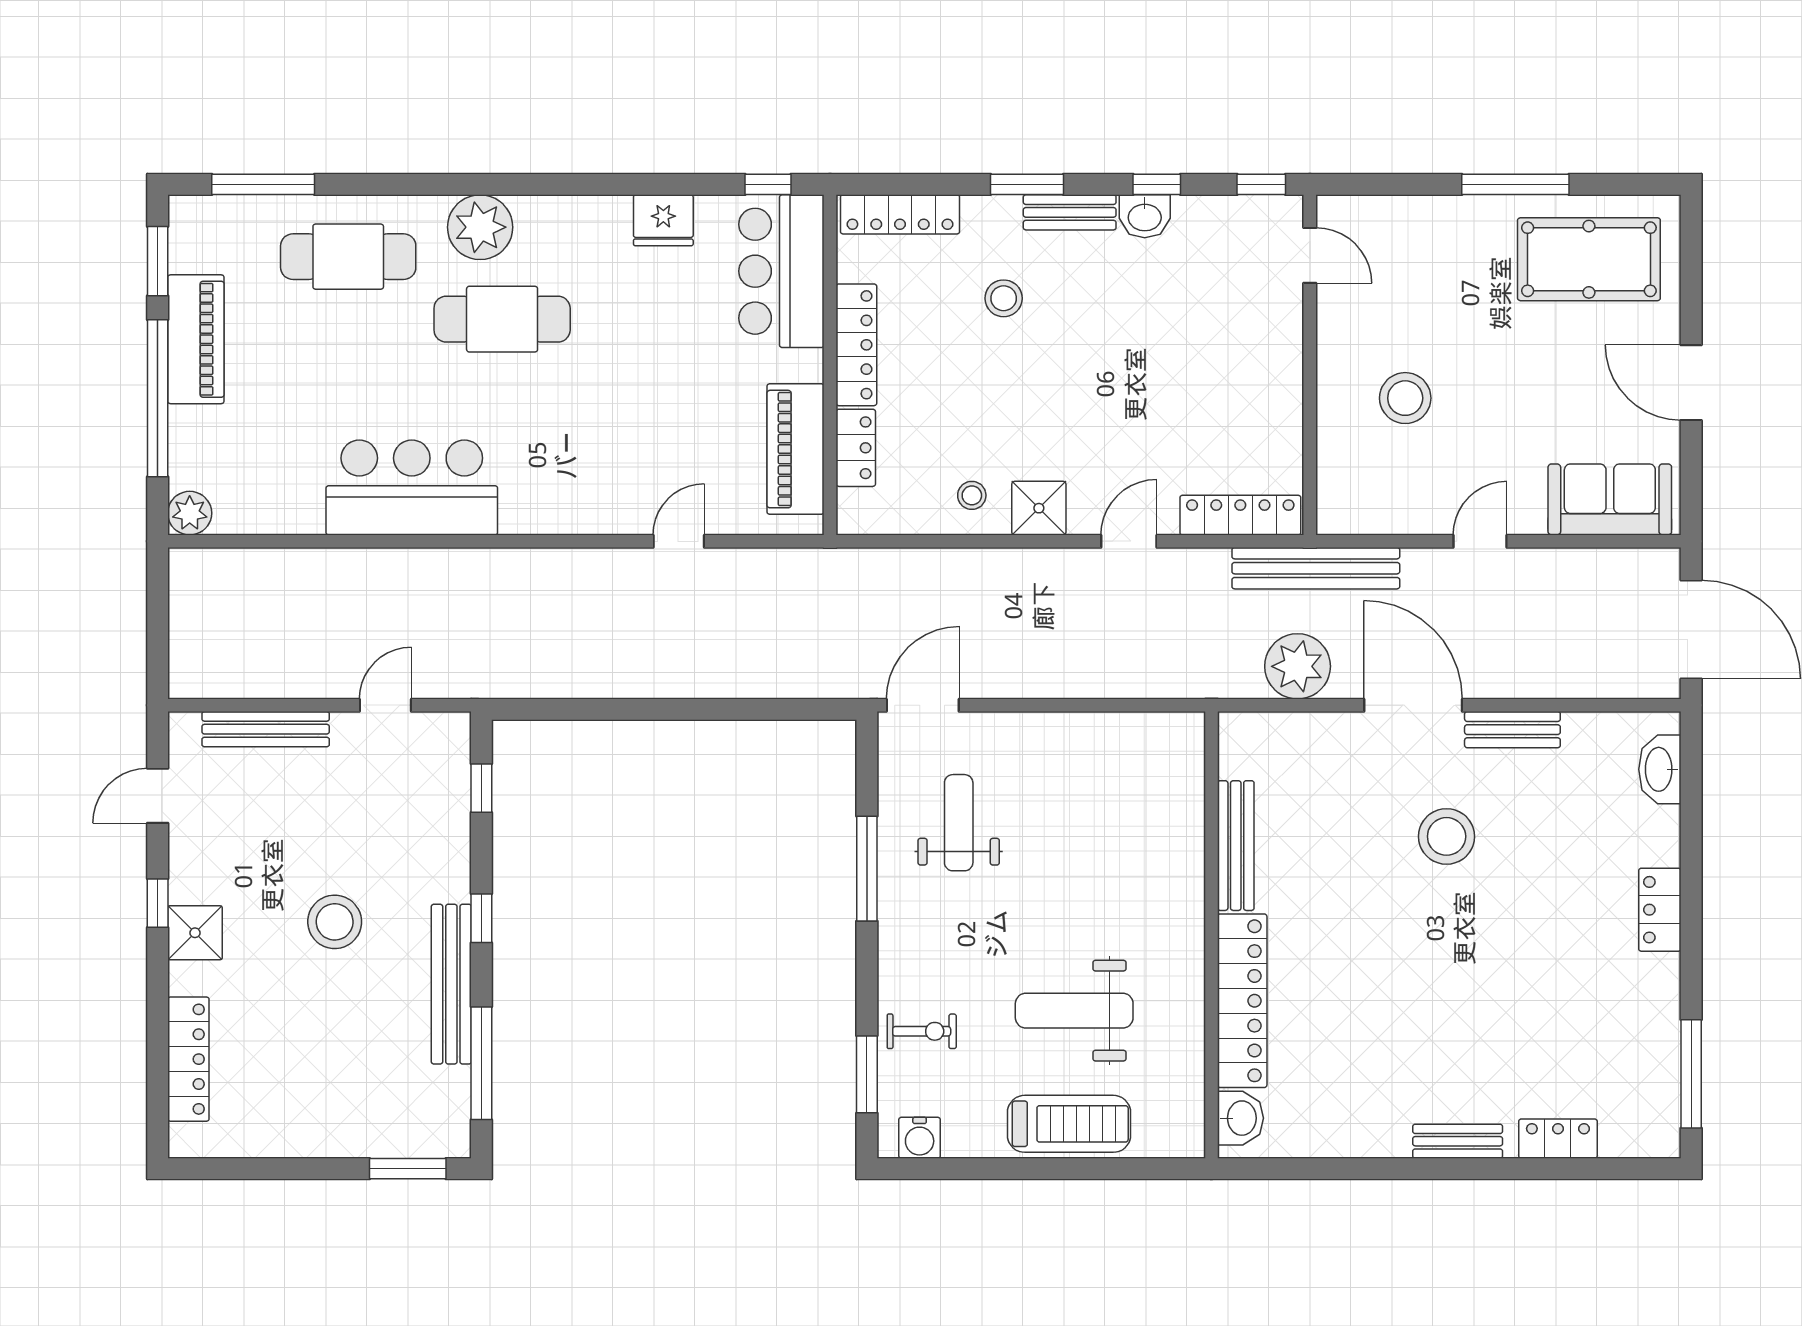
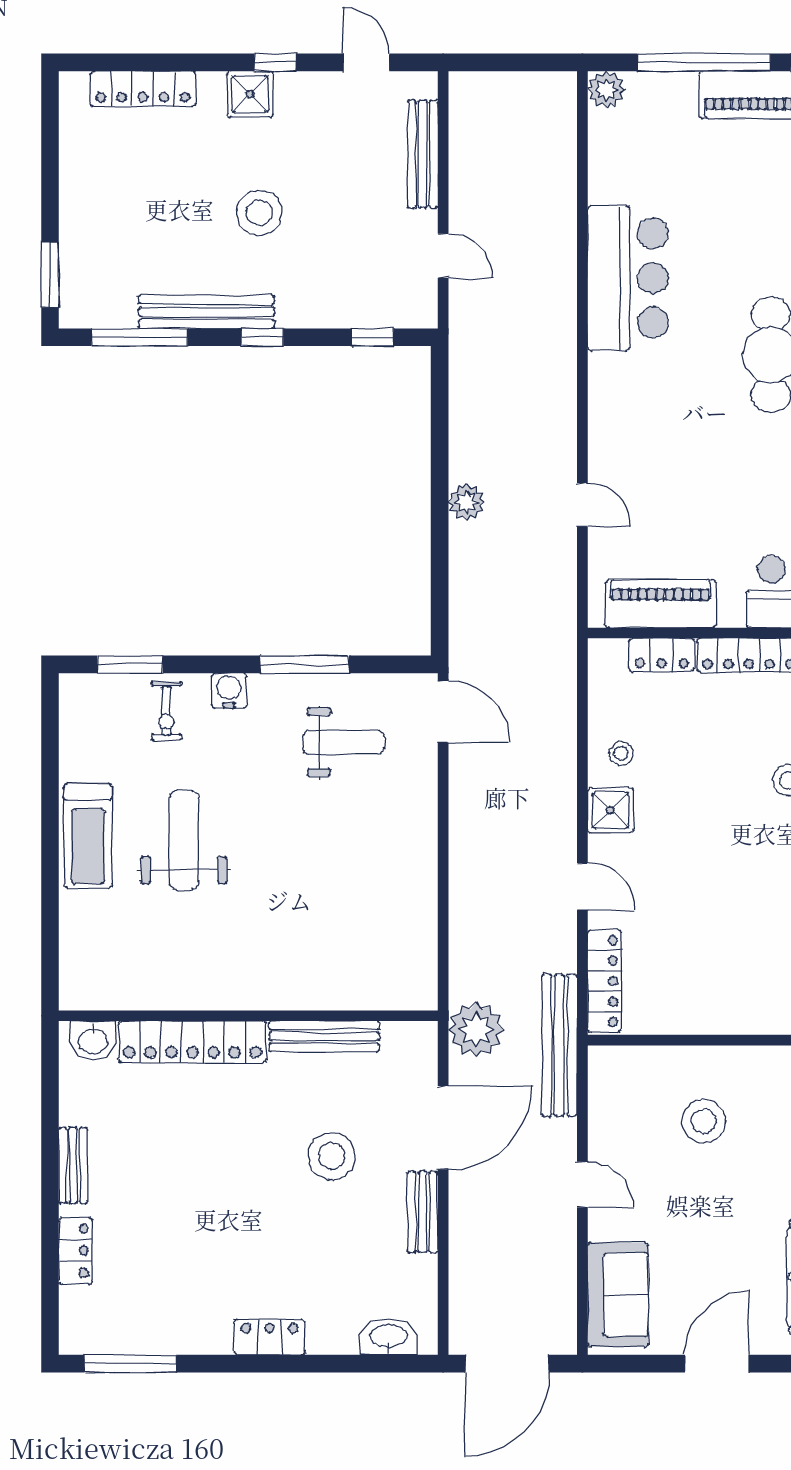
plant: (676, 678) -> (467, 502), added
bench: (1236, 846) -> (324, 1036), moved
wall: (1211, 935) -> (248, 1016), moved
locker: (1242, 1001) -> (192, 1042), moved
washbasin: (1240, 1118) -> (93, 1040), moved
water cooler: (920, 1138) -> (229, 691), moved, turned 90

